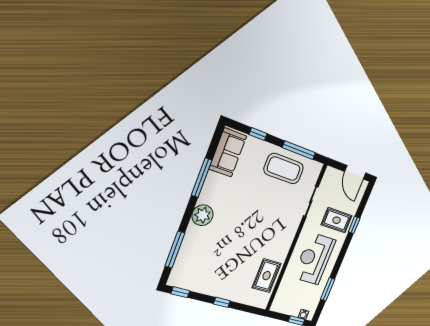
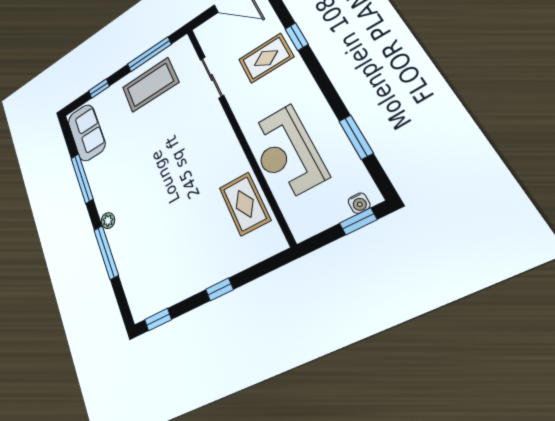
plant: (203, 215) -> (108, 221), width x0.53, depth x0.53
window: (175, 250) -> (106, 252), moved
reception desk: (314, 259) -> (286, 153), moved

